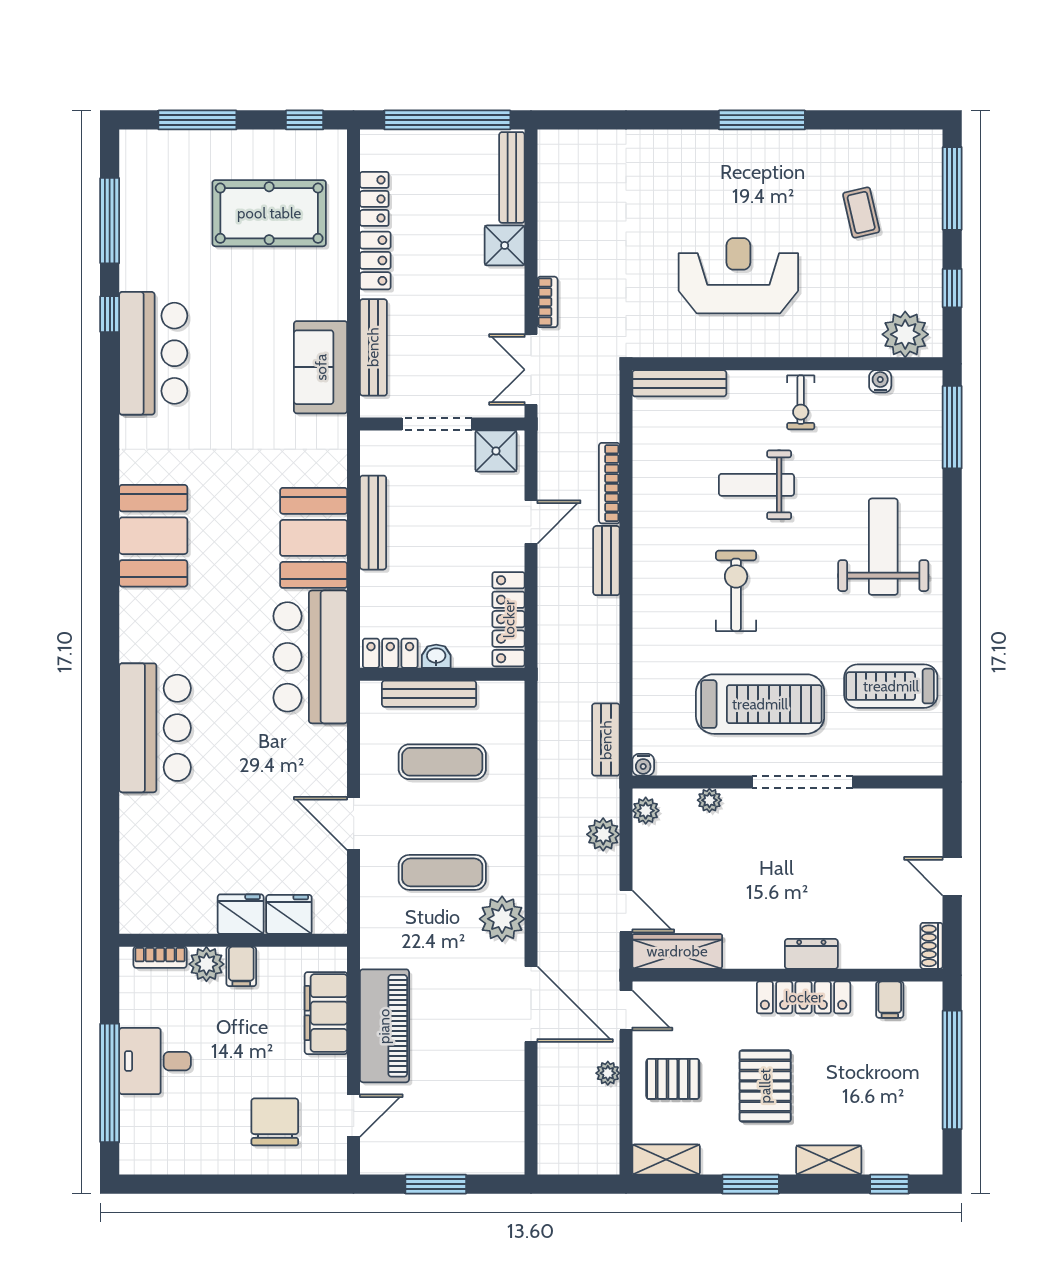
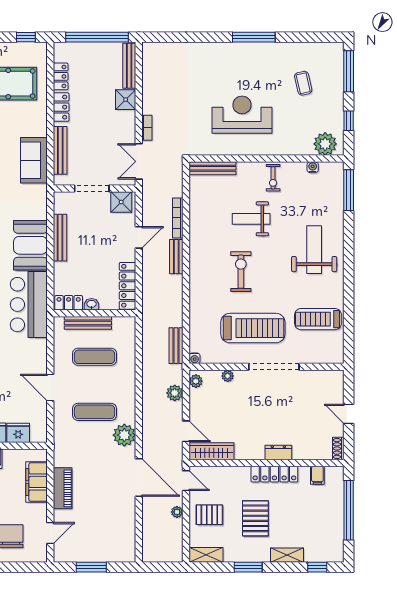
piano: (384, 1026) -> (63, 488), width x0.73, depth x0.75

